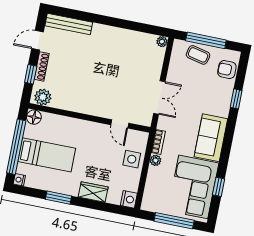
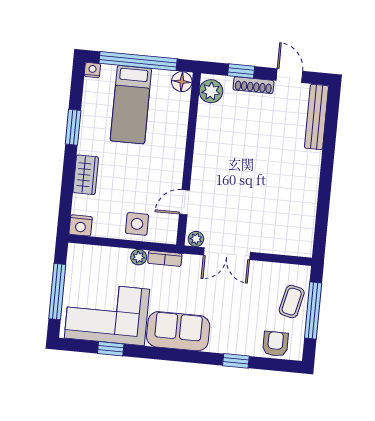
plant: (162, 42) -> (196, 239), moved

